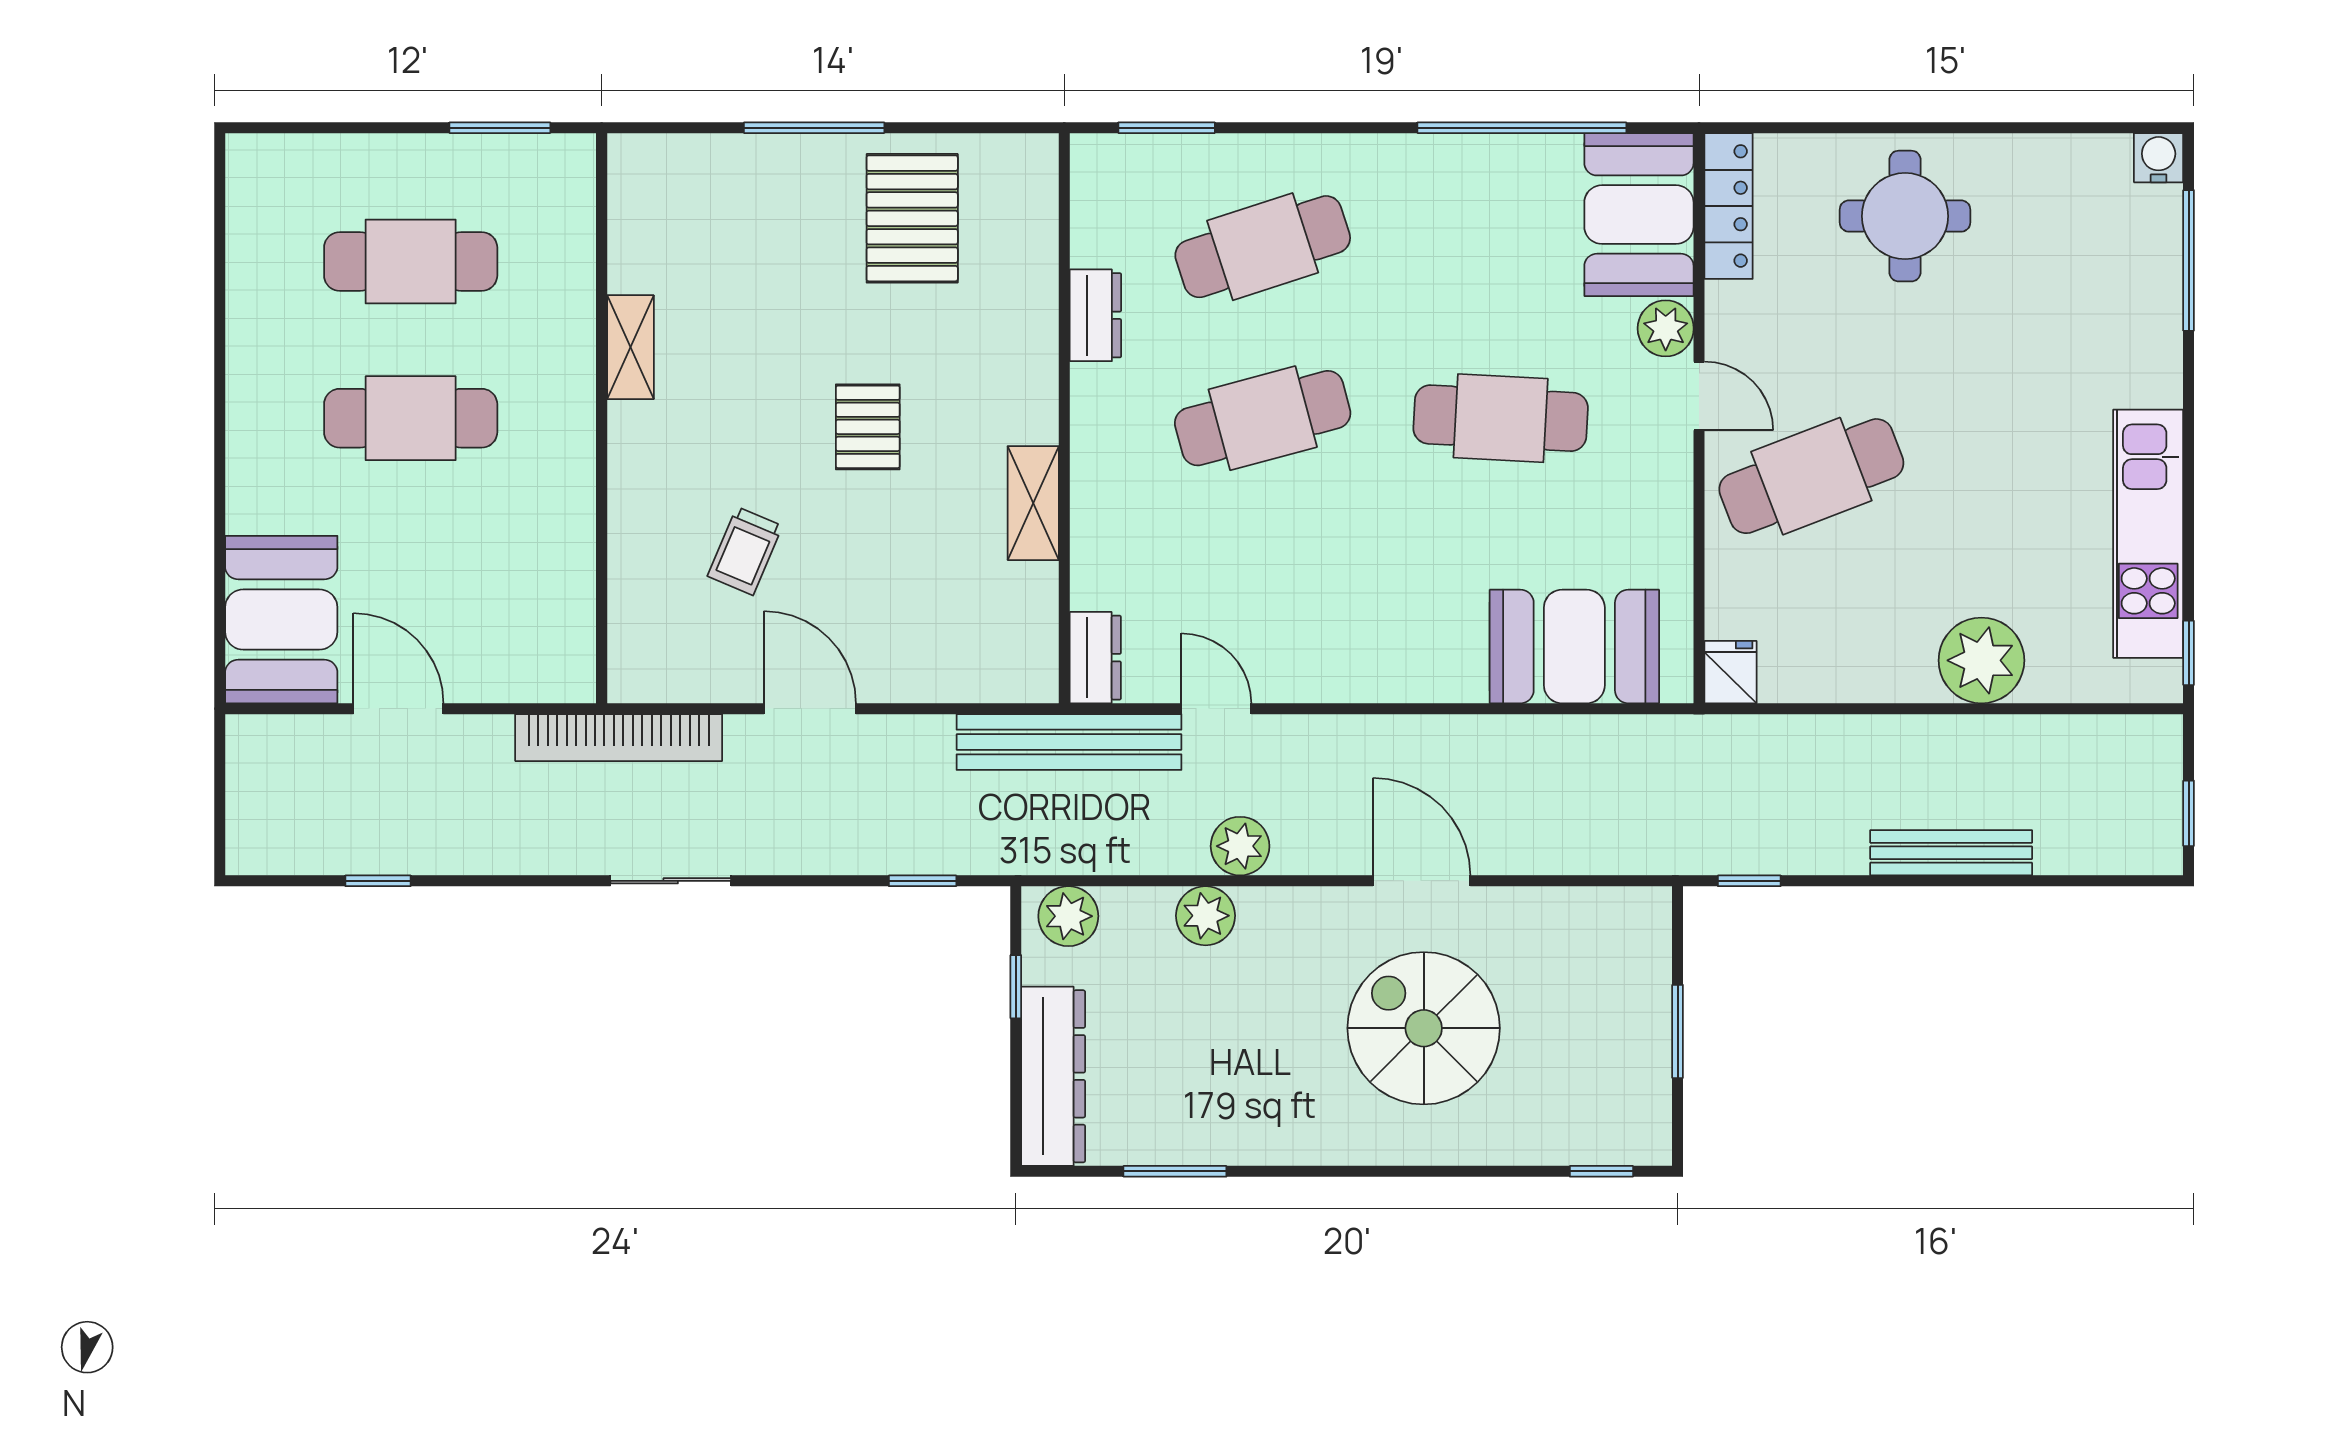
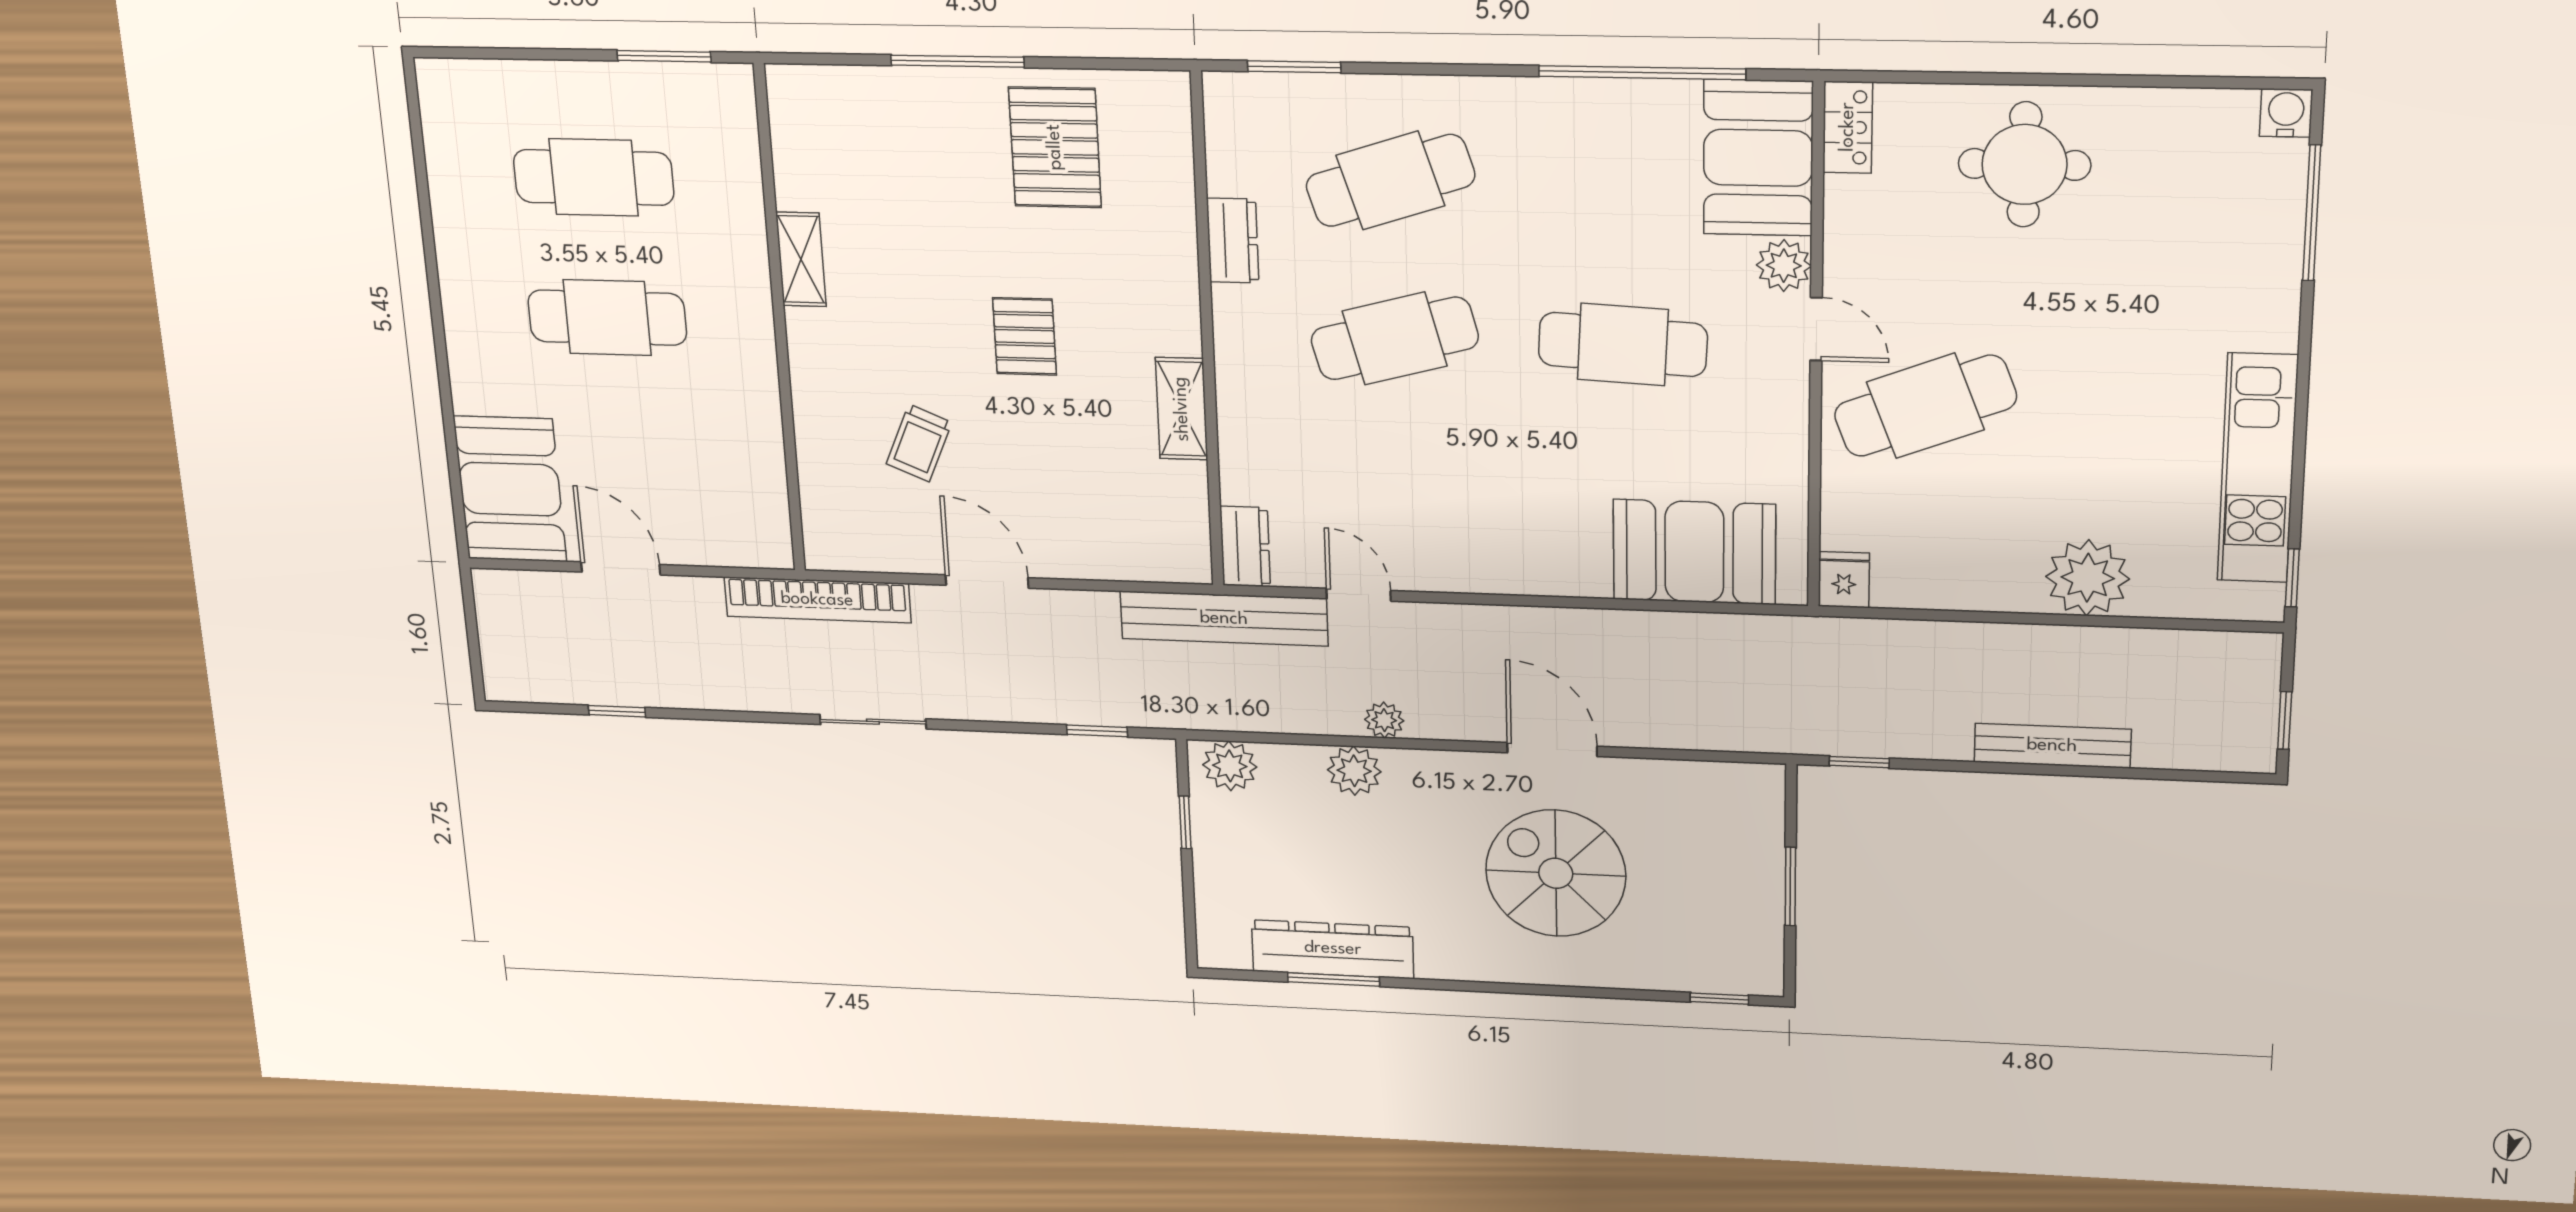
locker: (1729, 206) -> (1848, 127), width x0.66
plant: (1240, 846) -> (1384, 720), width x0.73, depth x0.73
dresser: (1053, 1076) -> (1333, 949), moved, turned -90

